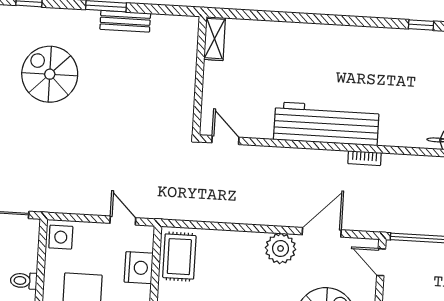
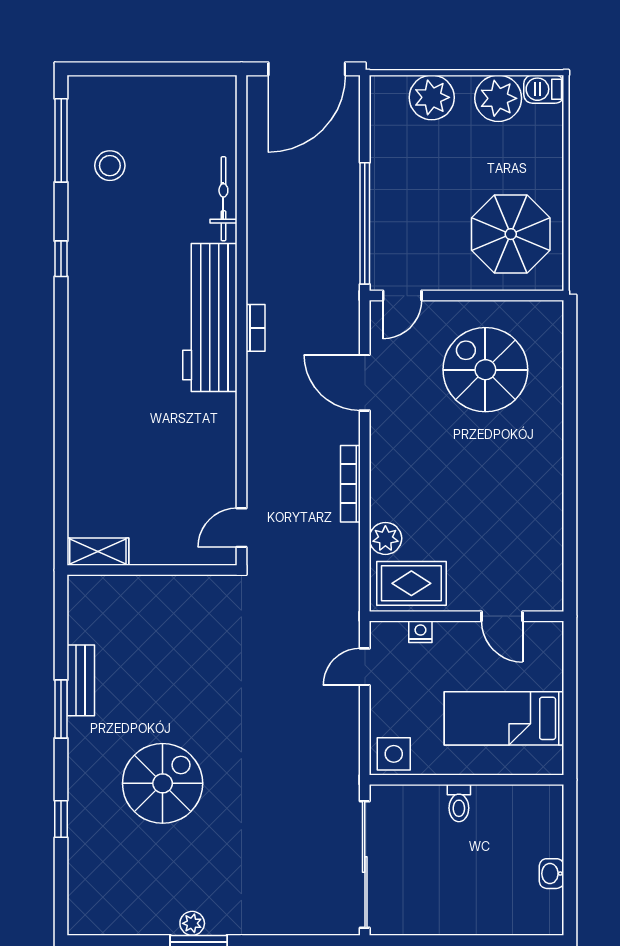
spiral stairs: (50, 74) -> (163, 783), turned 180
workbench: (326, 124) -> (210, 318), moved
bookcase: (252, 218) -> (350, 484), added
plant: (281, 248) -> (385, 538), moved, width x0.73, depth x0.73
nightstand: (139, 268) -> (420, 632), width x0.53, depth x0.56

